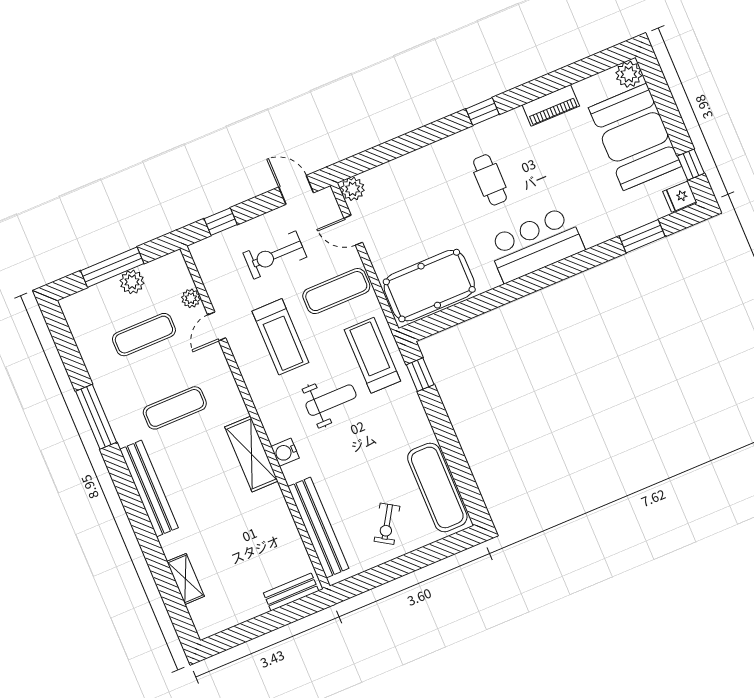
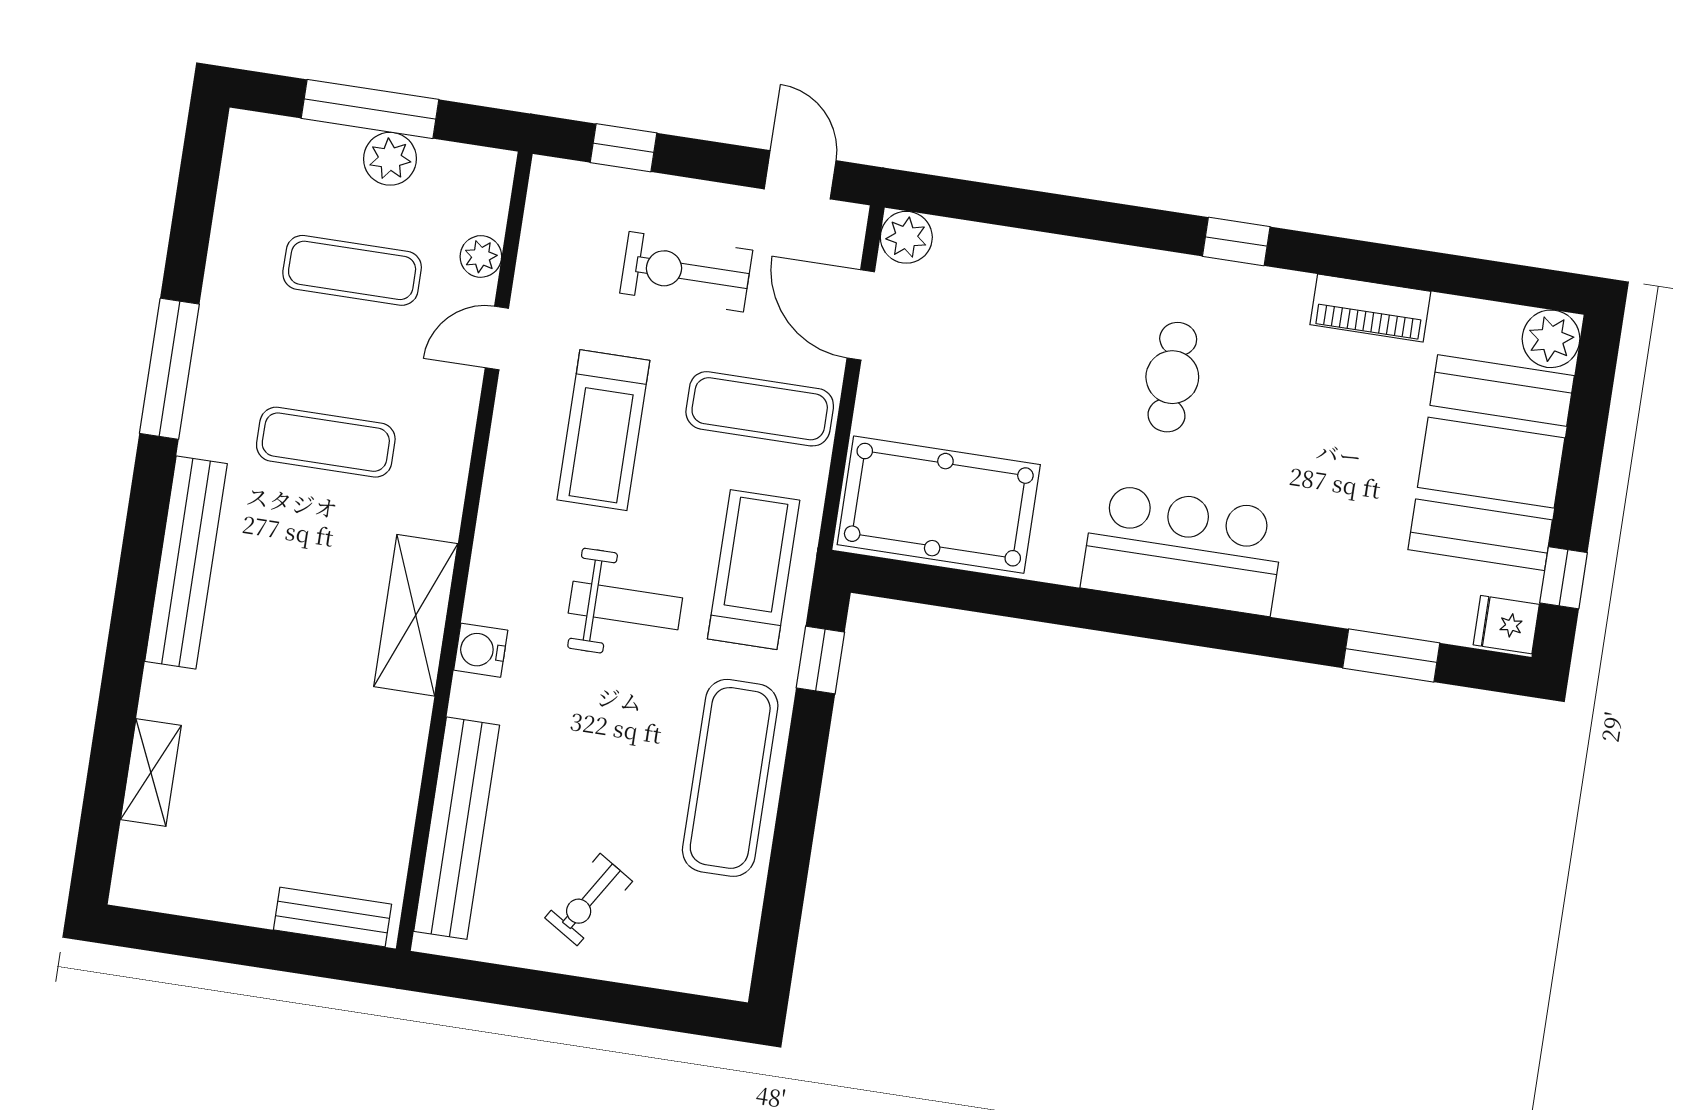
door: (353, 230) -> (861, 315), width x1.38
exercise mat: (437, 487) -> (730, 778), moved

